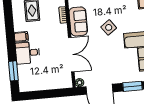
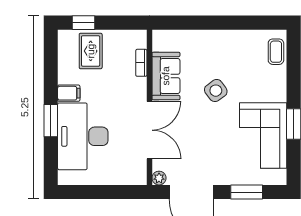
desk: (28, 53) -> (83, 136), width x1.87, depth x1.30
window: (13, 71) -> (51, 121), moved

